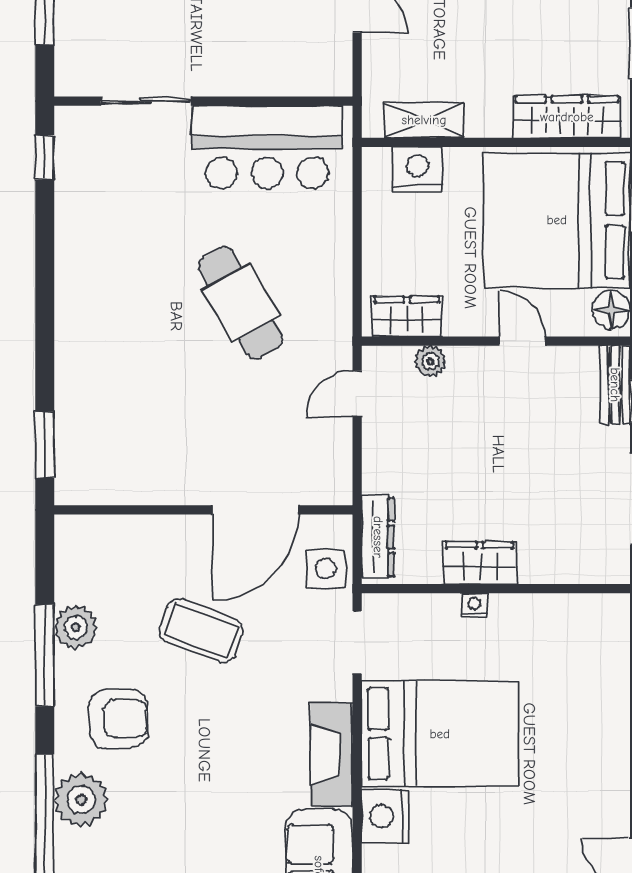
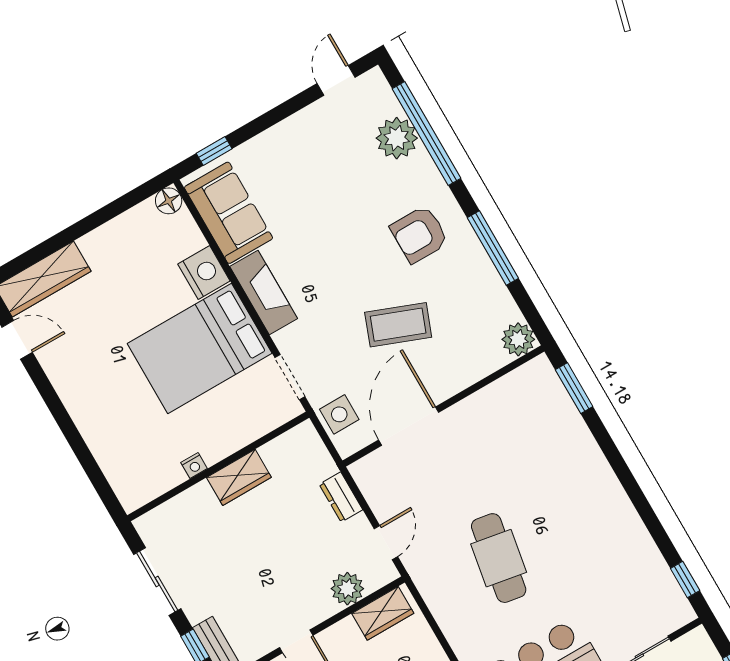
cafe table: (240, 303) -> (499, 558), turned 40
plant: (430, 361) -> (347, 589), width x1.38, depth x1.38
dresser: (378, 537) -> (341, 497), moved, width x0.70
nightstand: (474, 605) -> (194, 466), moved
plant: (76, 627) -> (518, 339), moved
plant: (81, 800) -> (397, 138), moved

